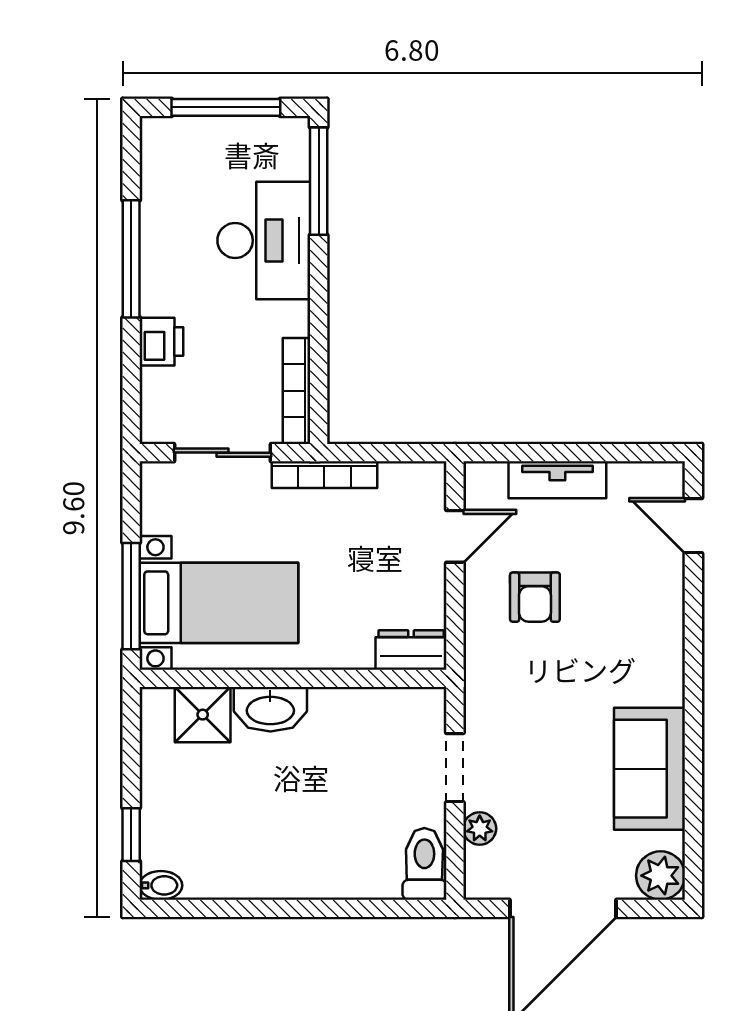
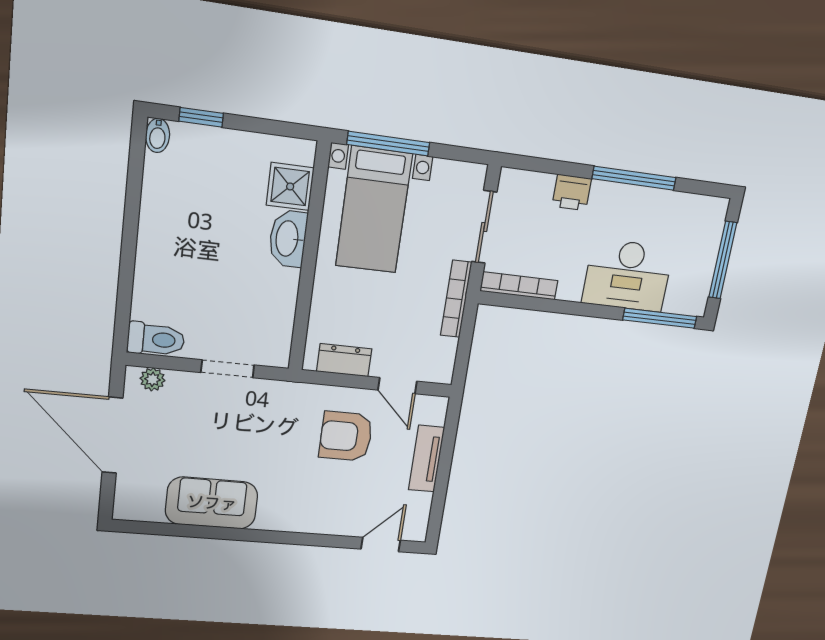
armchair: (535, 597) -> (346, 436), width x1.38, depth x1.38
dresser: (411, 650) -> (344, 360), moved, turned -90
plant: (480, 829) -> (153, 379), moved
plant: (661, 876) -> (131, 504), removed

